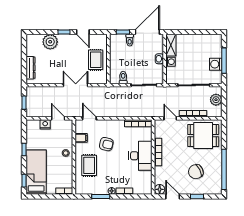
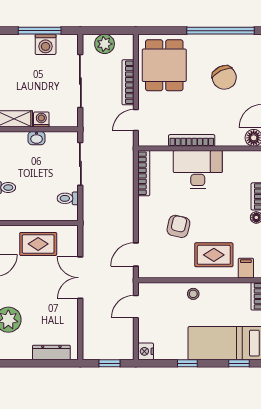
nightstand: (45, 124) -> (146, 351), moved
filing cabinet: (81, 138) -> (246, 268), moved

